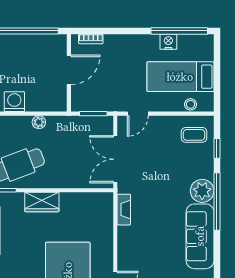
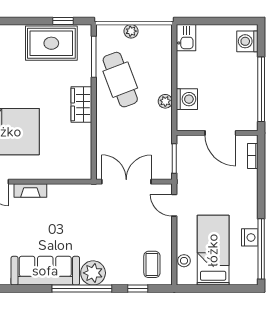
washing machine: (14, 102) -> (187, 99), moved
fireplace: (124, 210) -> (30, 191), moved

